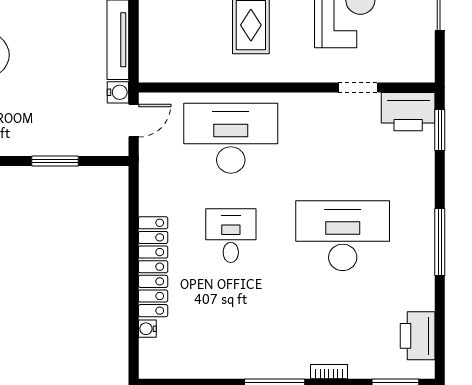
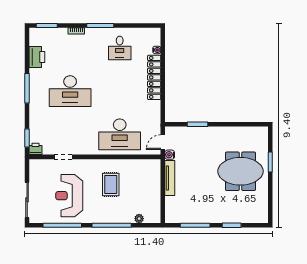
printer: (408, 112) -> (36, 149), width x0.53, depth x0.68
desk: (231, 236) -> (120, 48), moved
printer: (418, 336) -> (37, 57), moved

